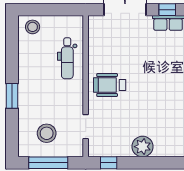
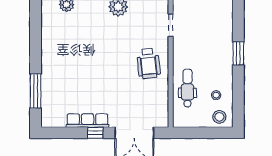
wheelchair: (110, 85) -> (148, 63), turned 84
stool: (47, 133) -> (216, 95), moved, width x0.53, depth x0.53

